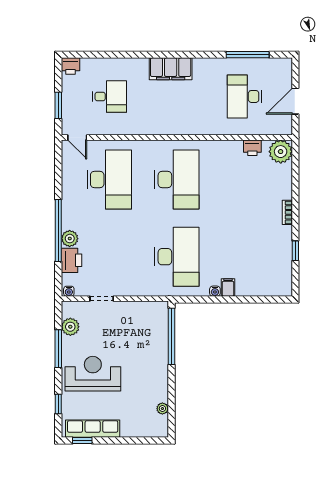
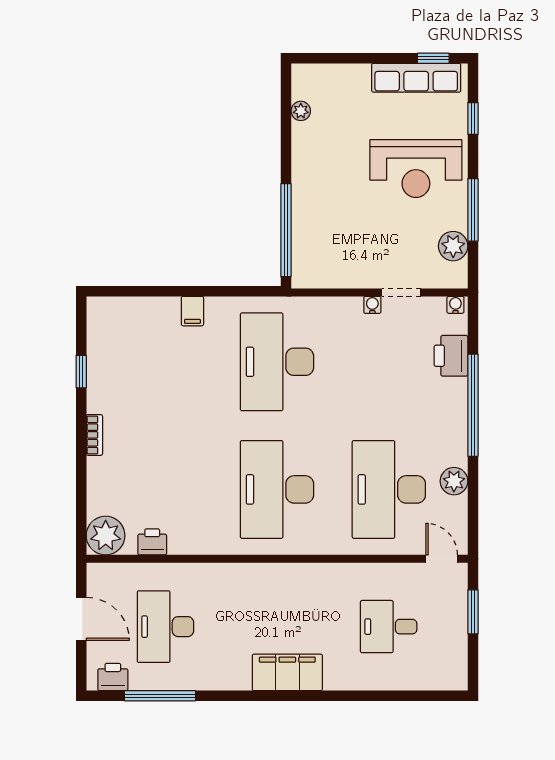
printer: (70, 66) -> (113, 677), moved
desk: (244, 96) -> (165, 627), turned 180
door: (295, 101) -> (81, 619), hinge flipped
plant: (70, 239) -> (454, 481), moved
water cooler: (215, 291) -> (372, 305), moved

